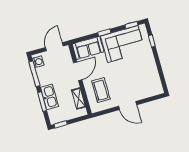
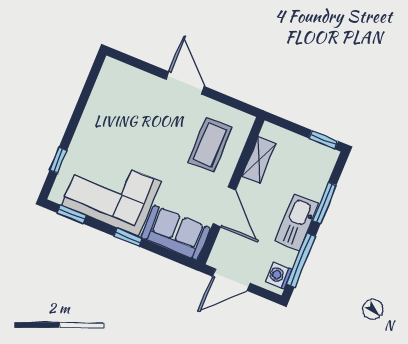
door: (78, 71) -> (224, 207), swing flipped
kitchen sink: (49, 97) -> (297, 222), moved

